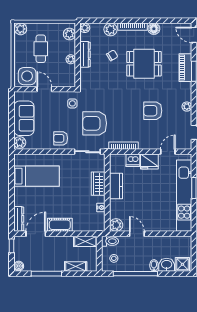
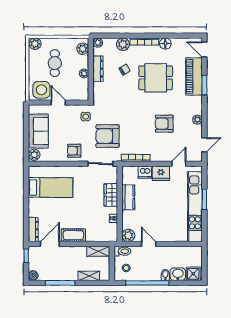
piano: (185, 68) -> (194, 76), width x1.37, depth x1.33

